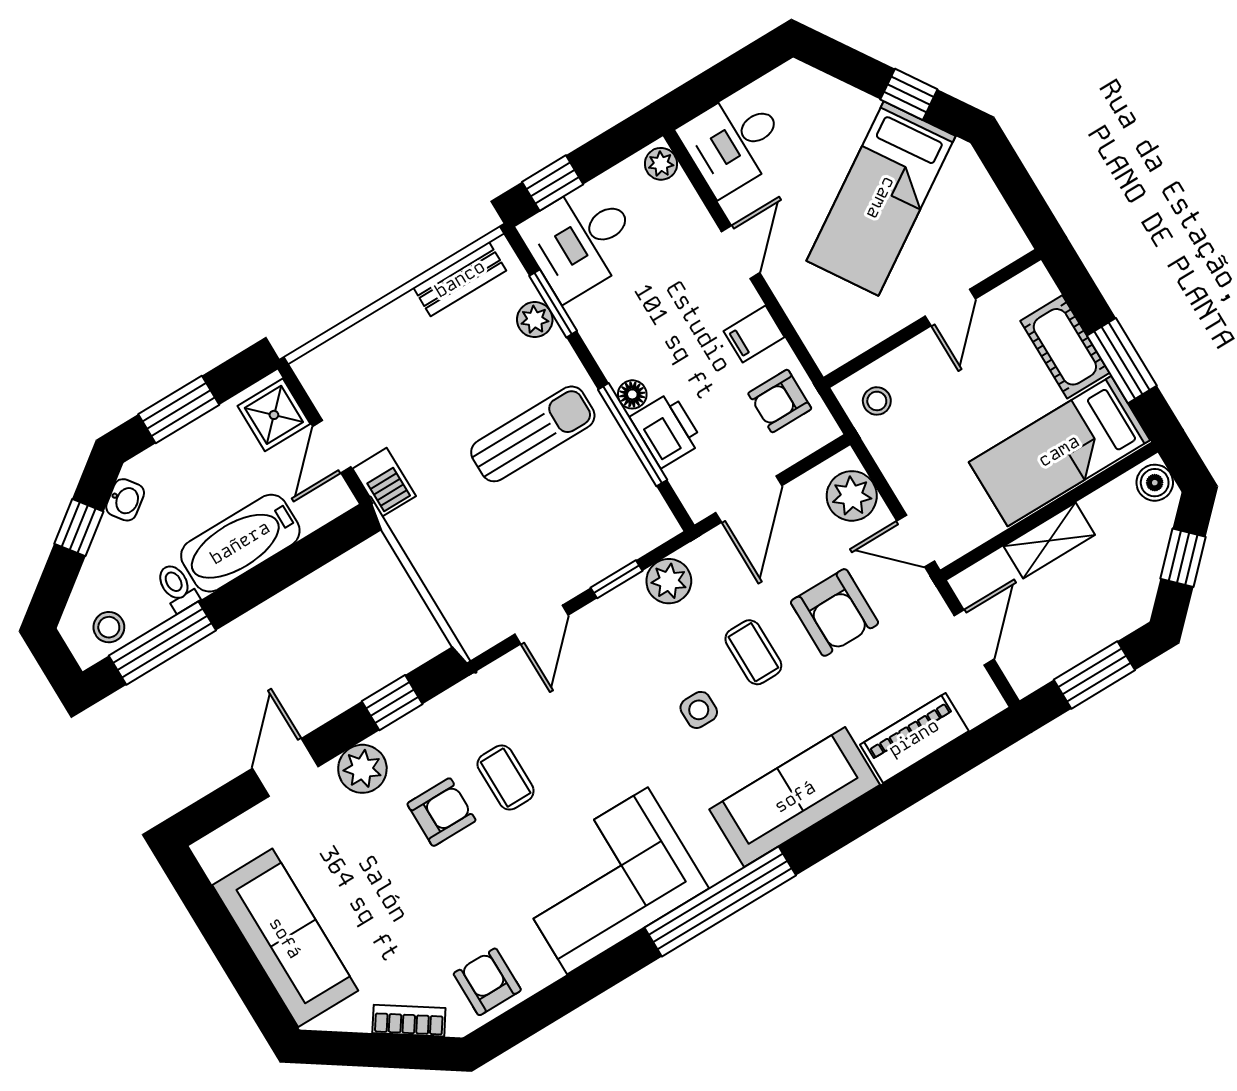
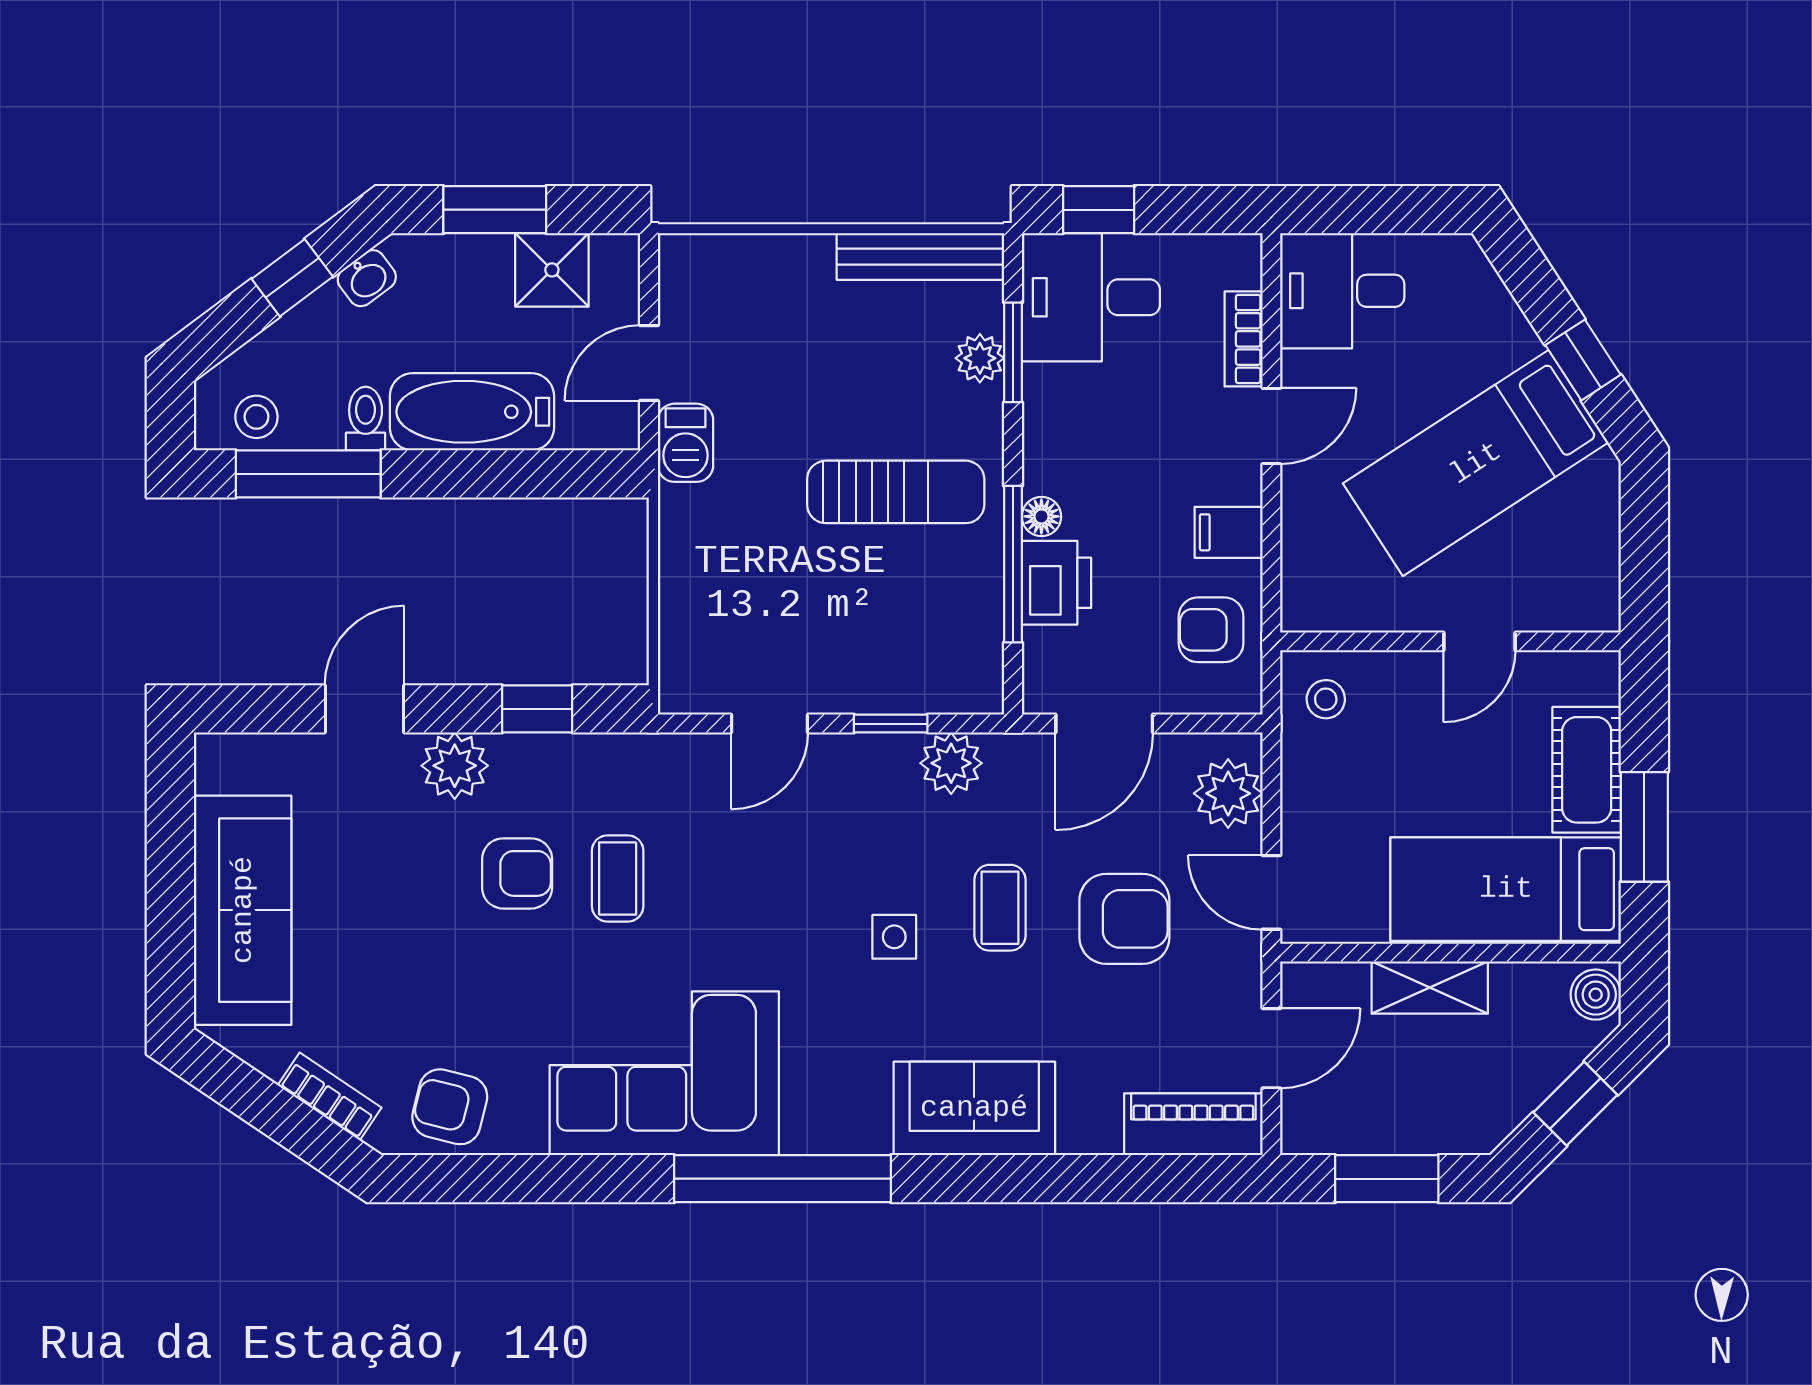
plant: (661, 164) -> (1240, 265), removed
bookcase: (691, 209) -> (1244, 339), added
bench: (460, 279) -> (920, 257), width x1.36
shower: (274, 415) -> (552, 270), moved
armchair: (835, 612) -> (1124, 919), turned -90
piano: (914, 738) -> (1193, 1124), moved
sofa: (795, 797) -> (974, 1108), width x0.73
armchair: (487, 982) -> (450, 1107), turned -76

